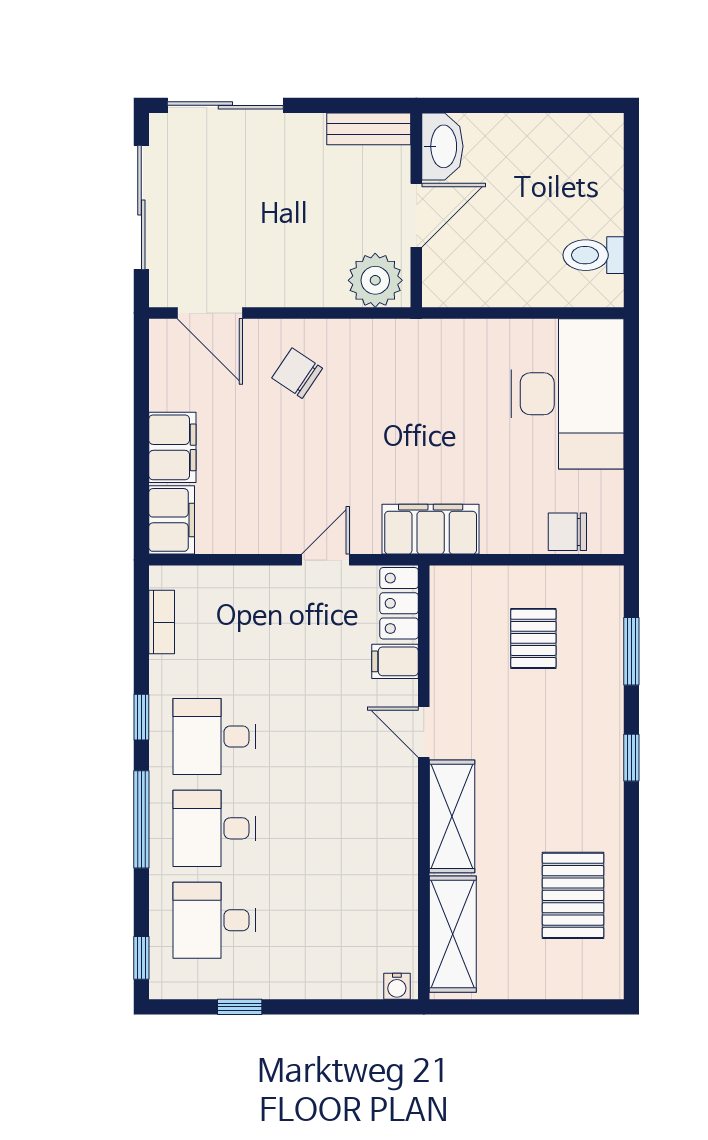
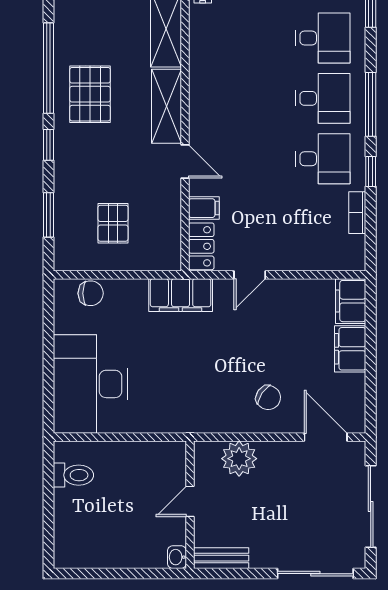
washbasin: (442, 146) -> (177, 557), width x0.52, depth x0.69
door: (416, 215) -> (190, 501), width x0.73
plant: (375, 280) -> (239, 459), moved
bookcase: (162, 622) -> (357, 213), moved
window: (631, 874) -> (49, 68), added
pallet: (573, 895) -> (90, 94), moved

